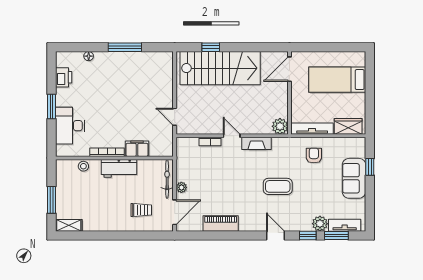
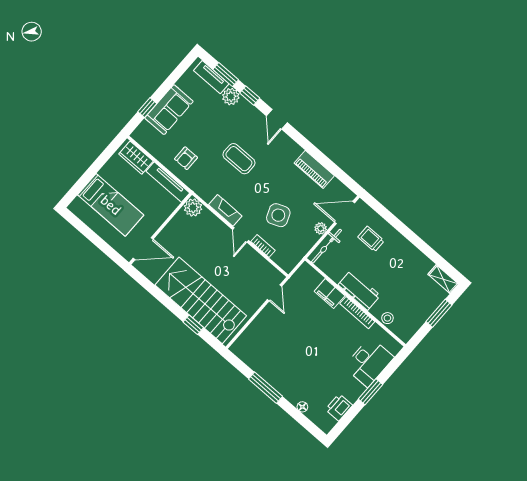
side table: (218, 171) -> (278, 215), added

